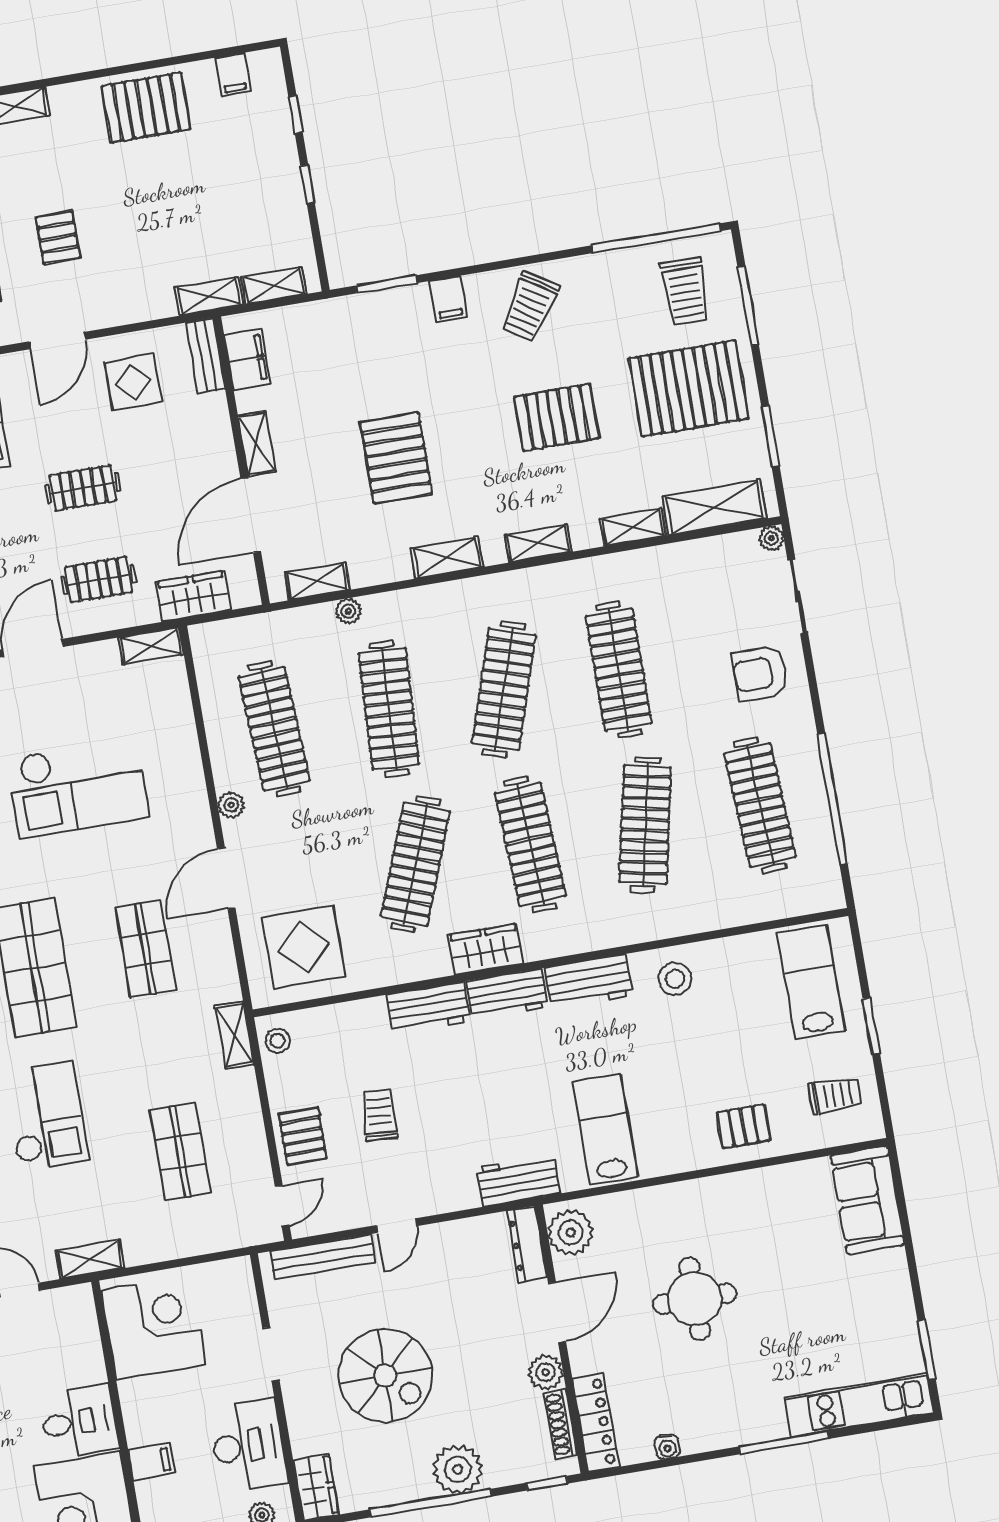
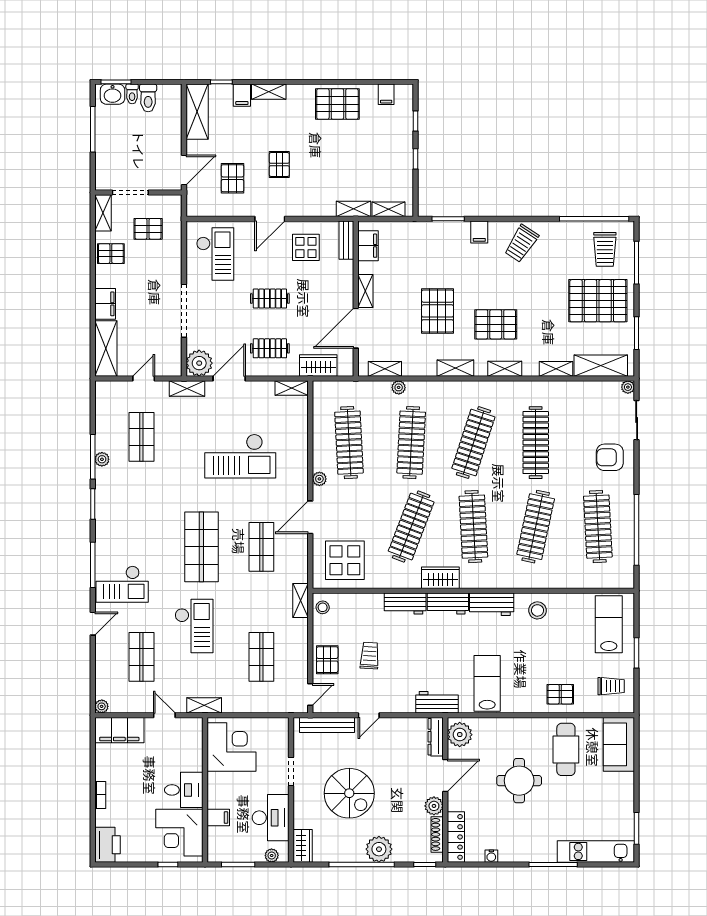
pallet: (557, 417) -> (496, 324), moved
cafe table: (771, 1226) -> (566, 749), added

